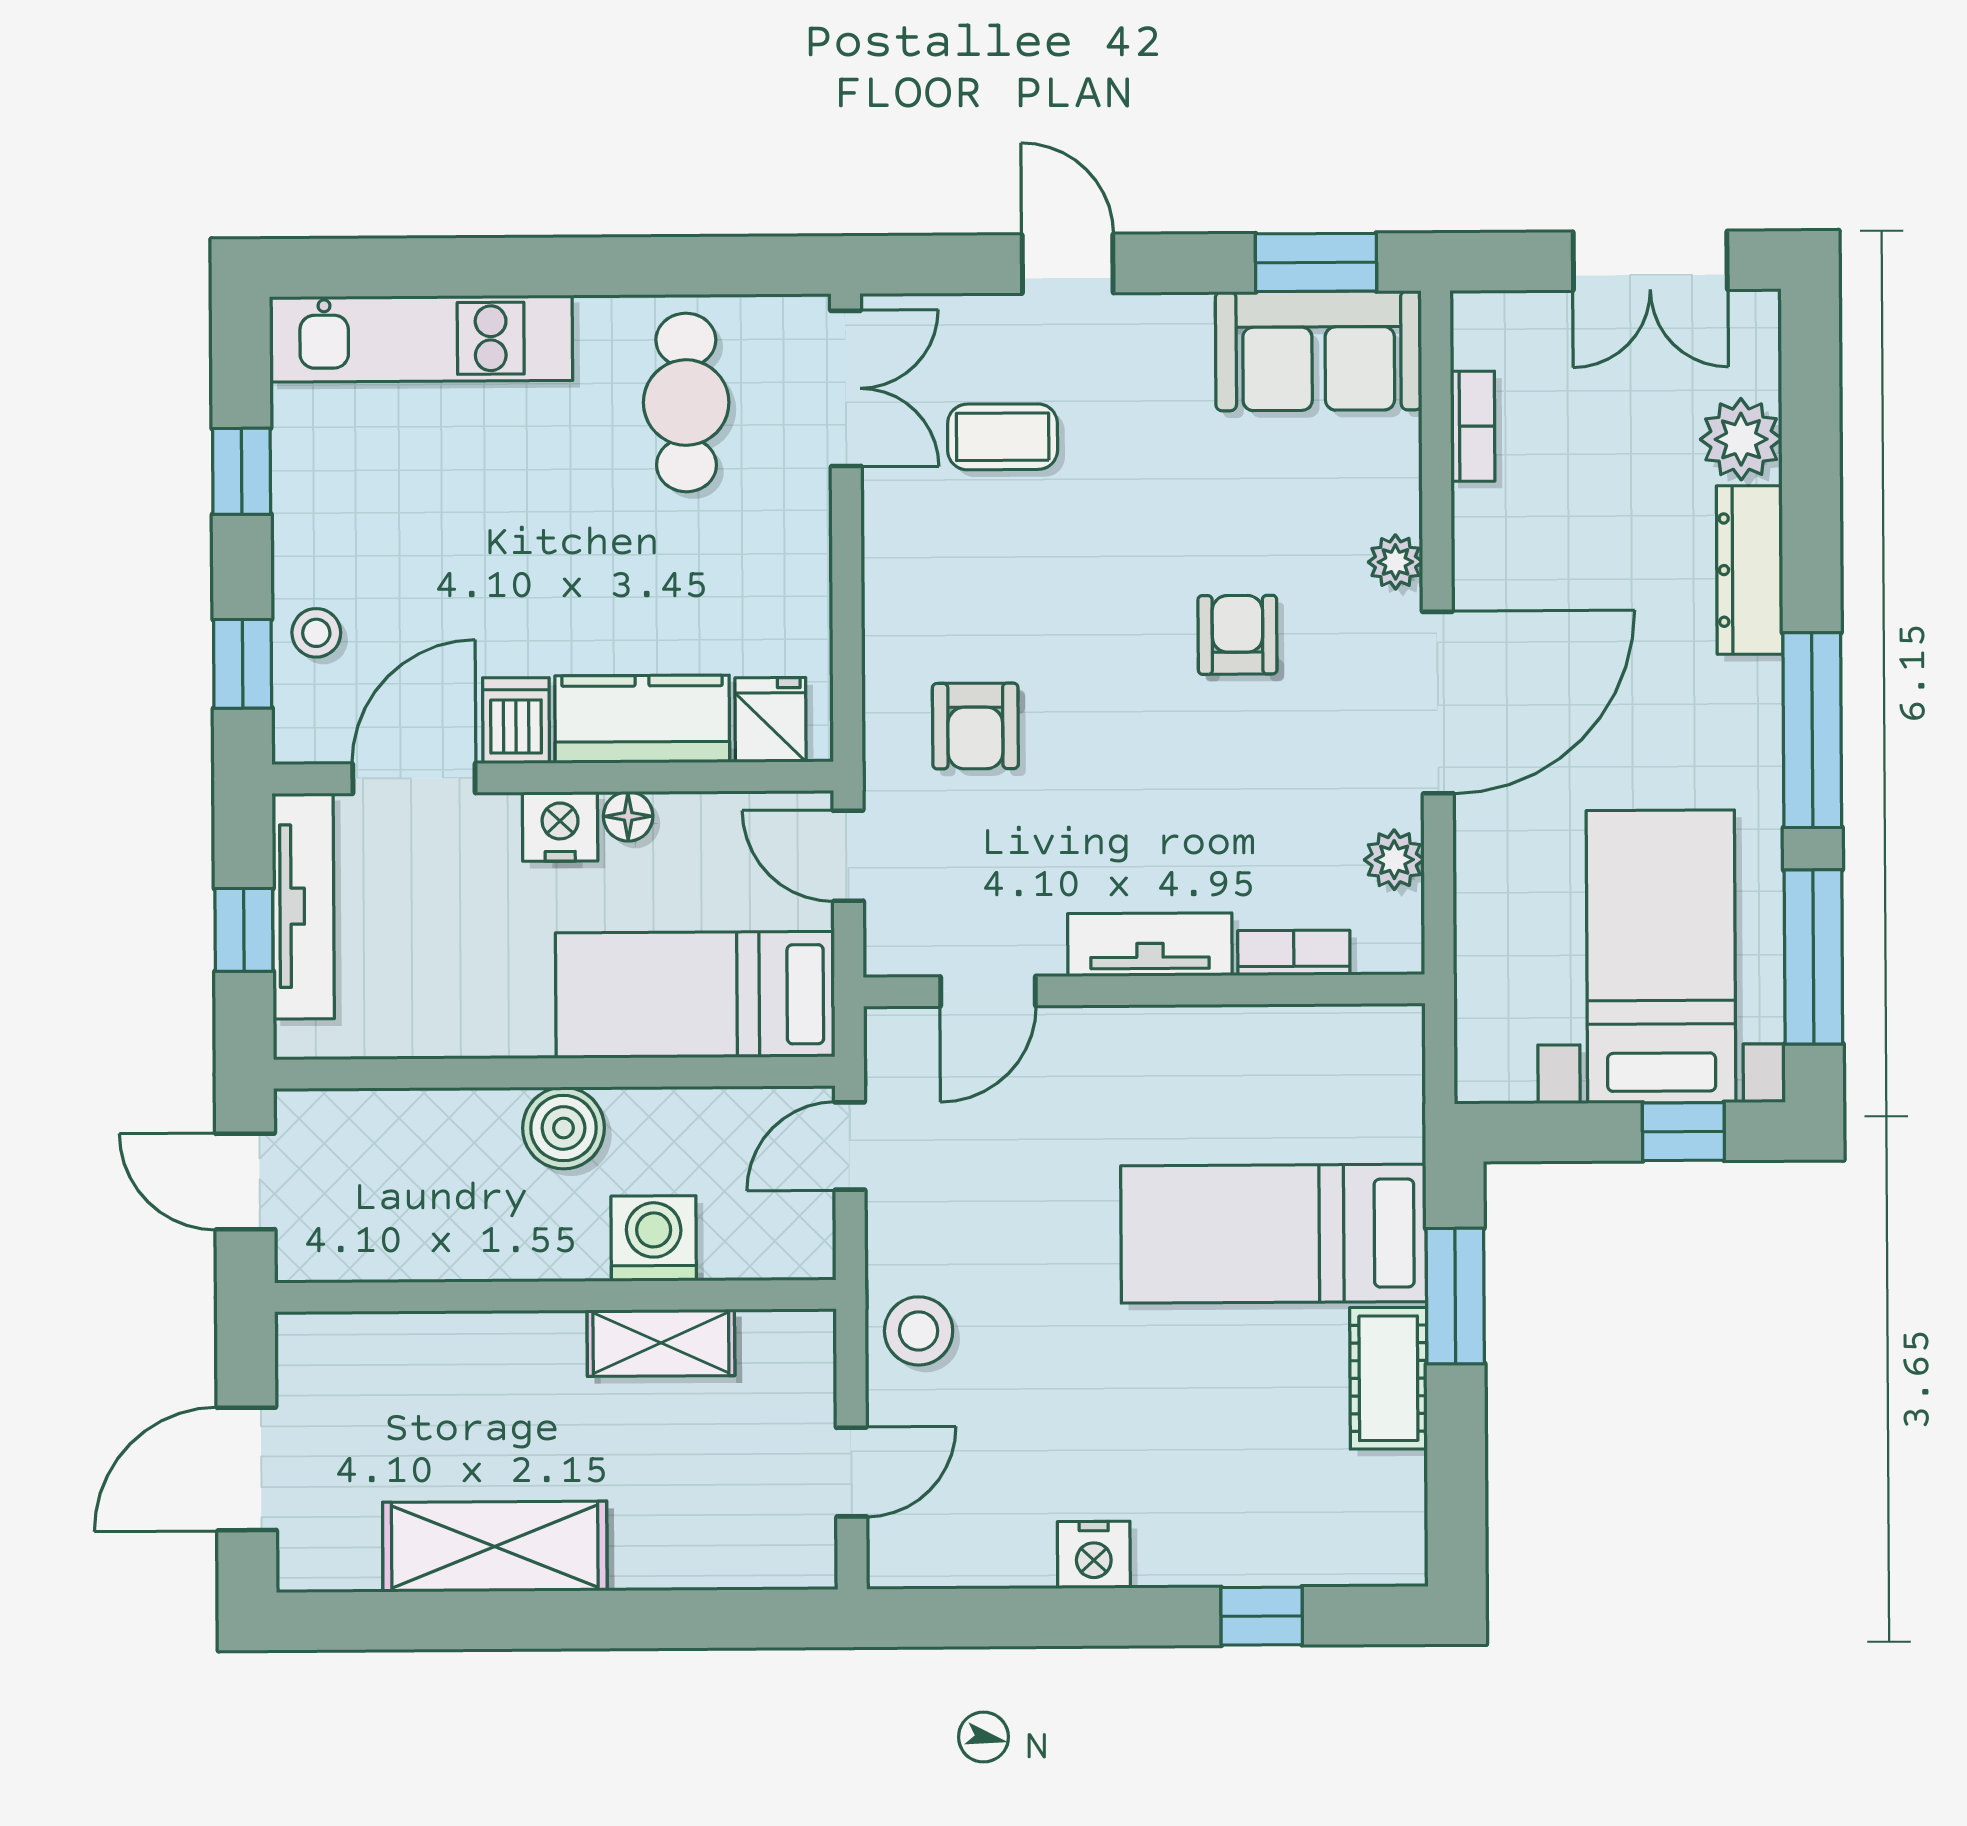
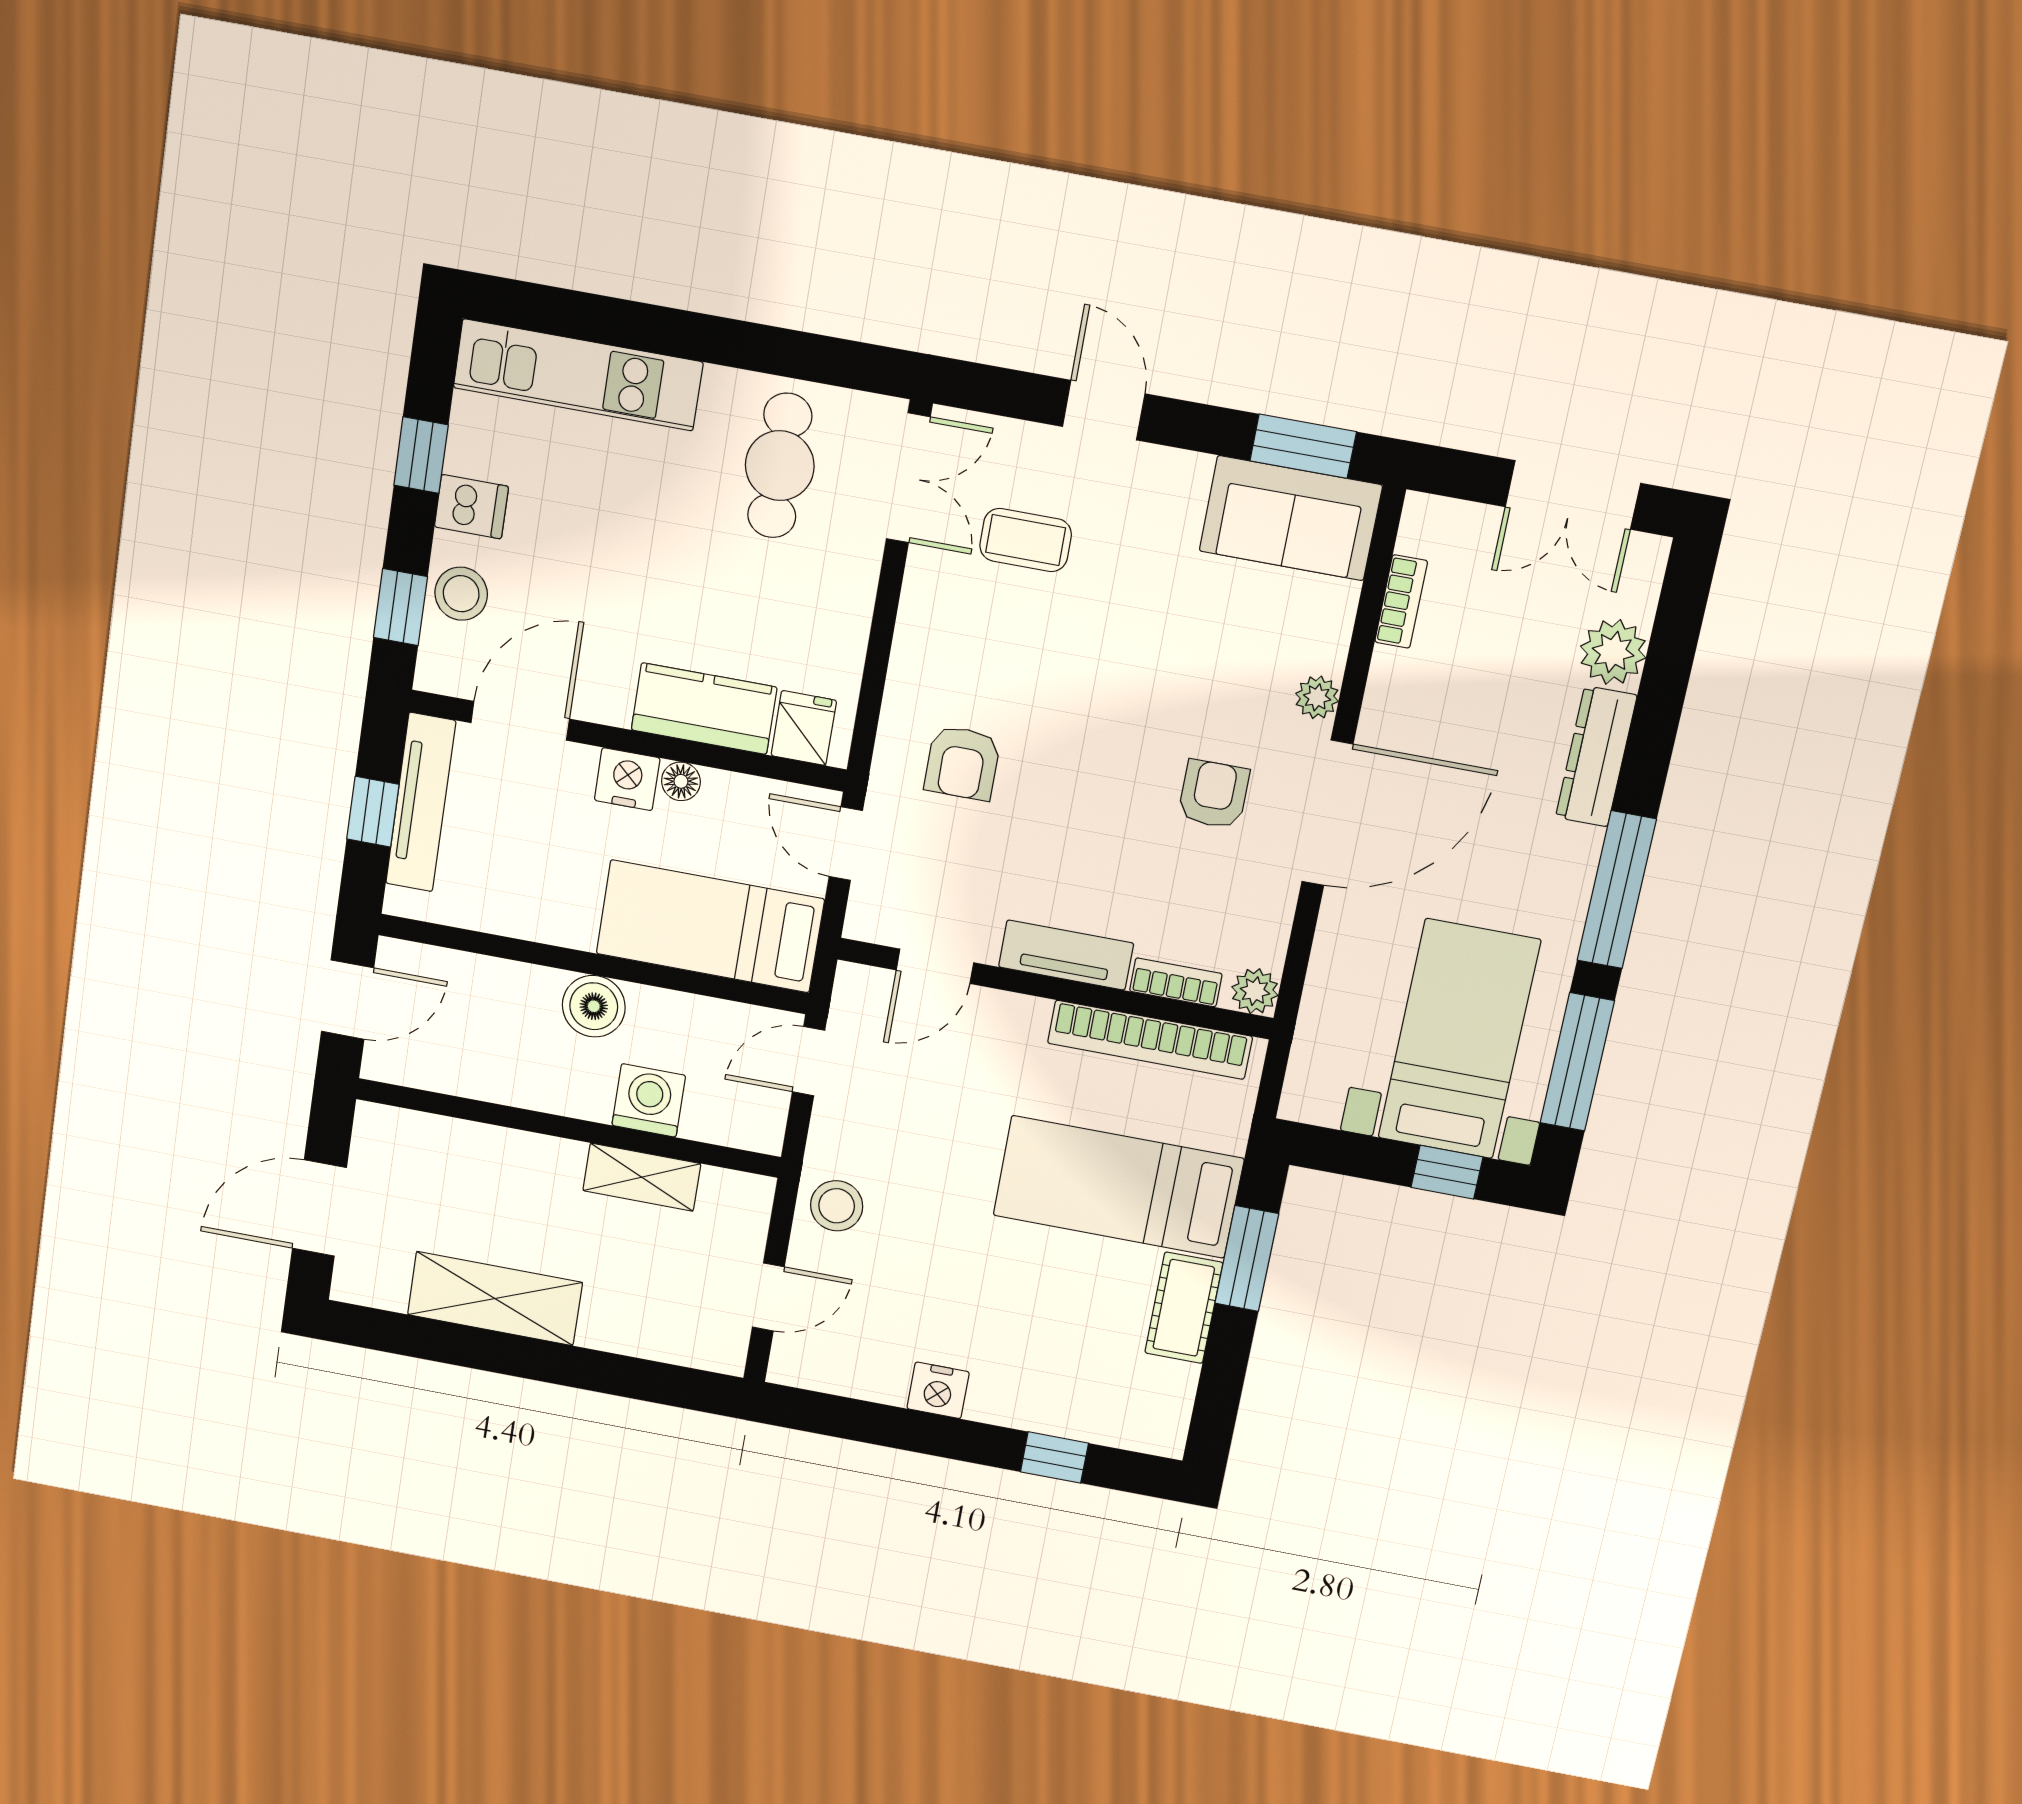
stool: (316, 633) -> (461, 594), width x1.37, depth x1.37
armchair: (1237, 635) -> (1214, 794), moved
dishwasher: (516, 721) -> (471, 507), moved, turned 90
plant: (1394, 860) -> (1255, 991), moved
bookcase: (1276, 1033) -> (1150, 1040), added
door: (245, 1181) -> (347, 1000), swing flipped

